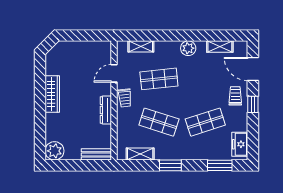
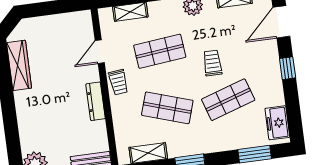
door: (253, 69) -> (281, 22), hinge flipped
wardrobe: (52, 94) -> (19, 65), moved
trolley: (235, 96) -> (212, 63), moved

